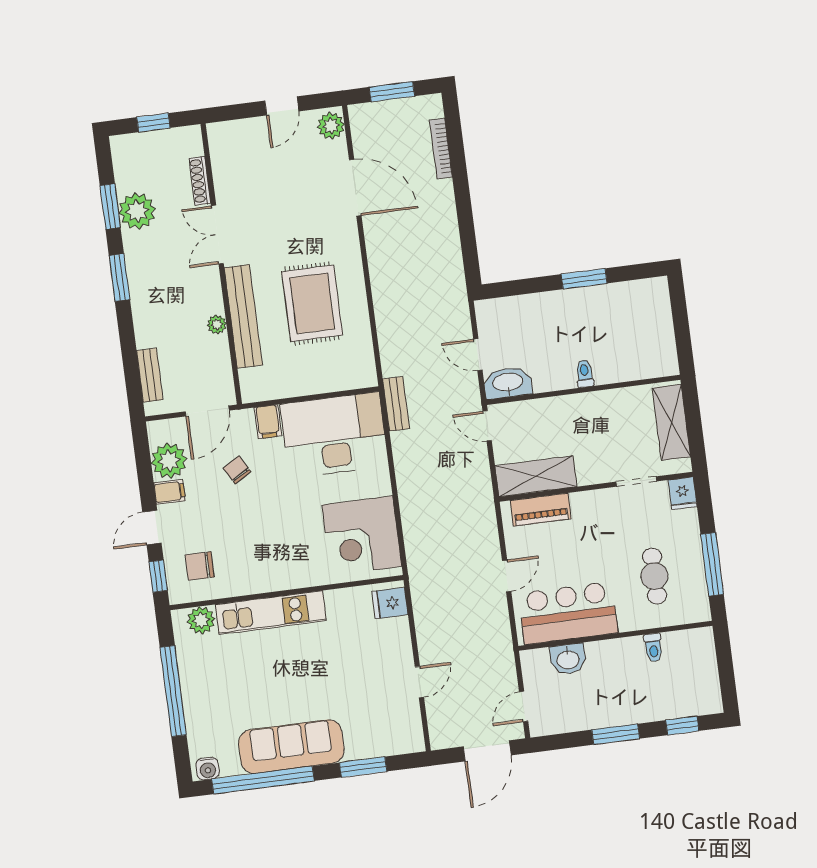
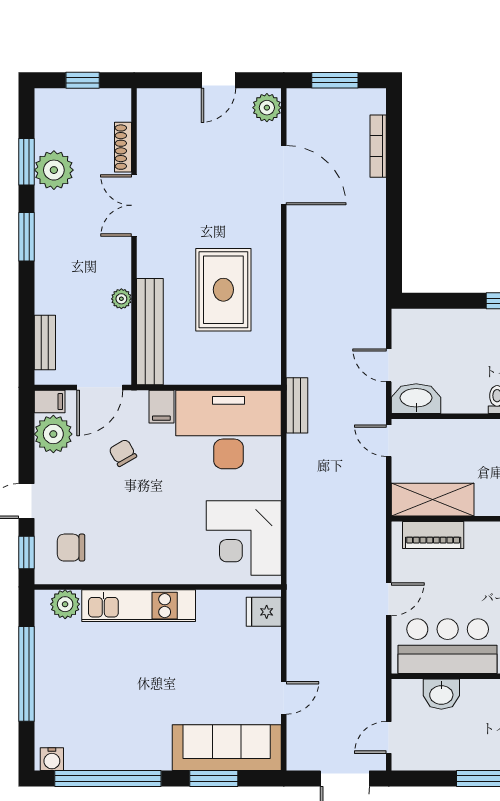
bench: (243, 316) -> (150, 332), moved
filing cabinet: (170, 492) -> (50, 402), moved
sofa: (291, 747) -> (227, 748), moved

